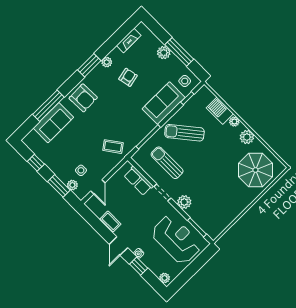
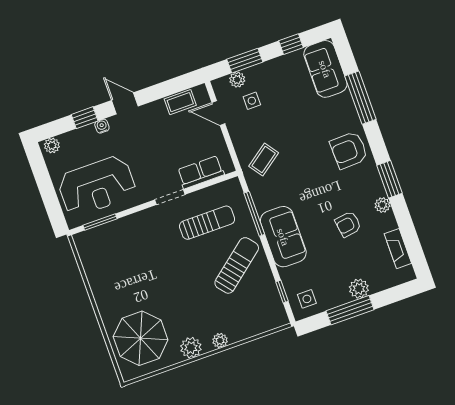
armchair: (128, 77) -> (348, 224), turned 94
sofa: (164, 103) -> (283, 237), moved
barbecue: (220, 111) -> (244, 328), removed
sofa: (53, 123) -> (325, 69), moved
plant: (184, 202) -> (143, 221), removed
coffee table: (110, 221) -> (180, 102), moved

